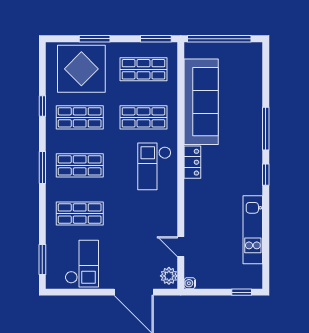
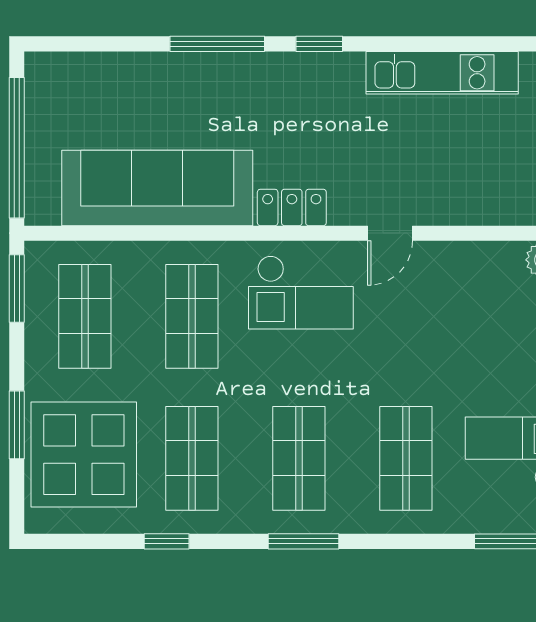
door: (181, 247) -> (390, 233), moved

